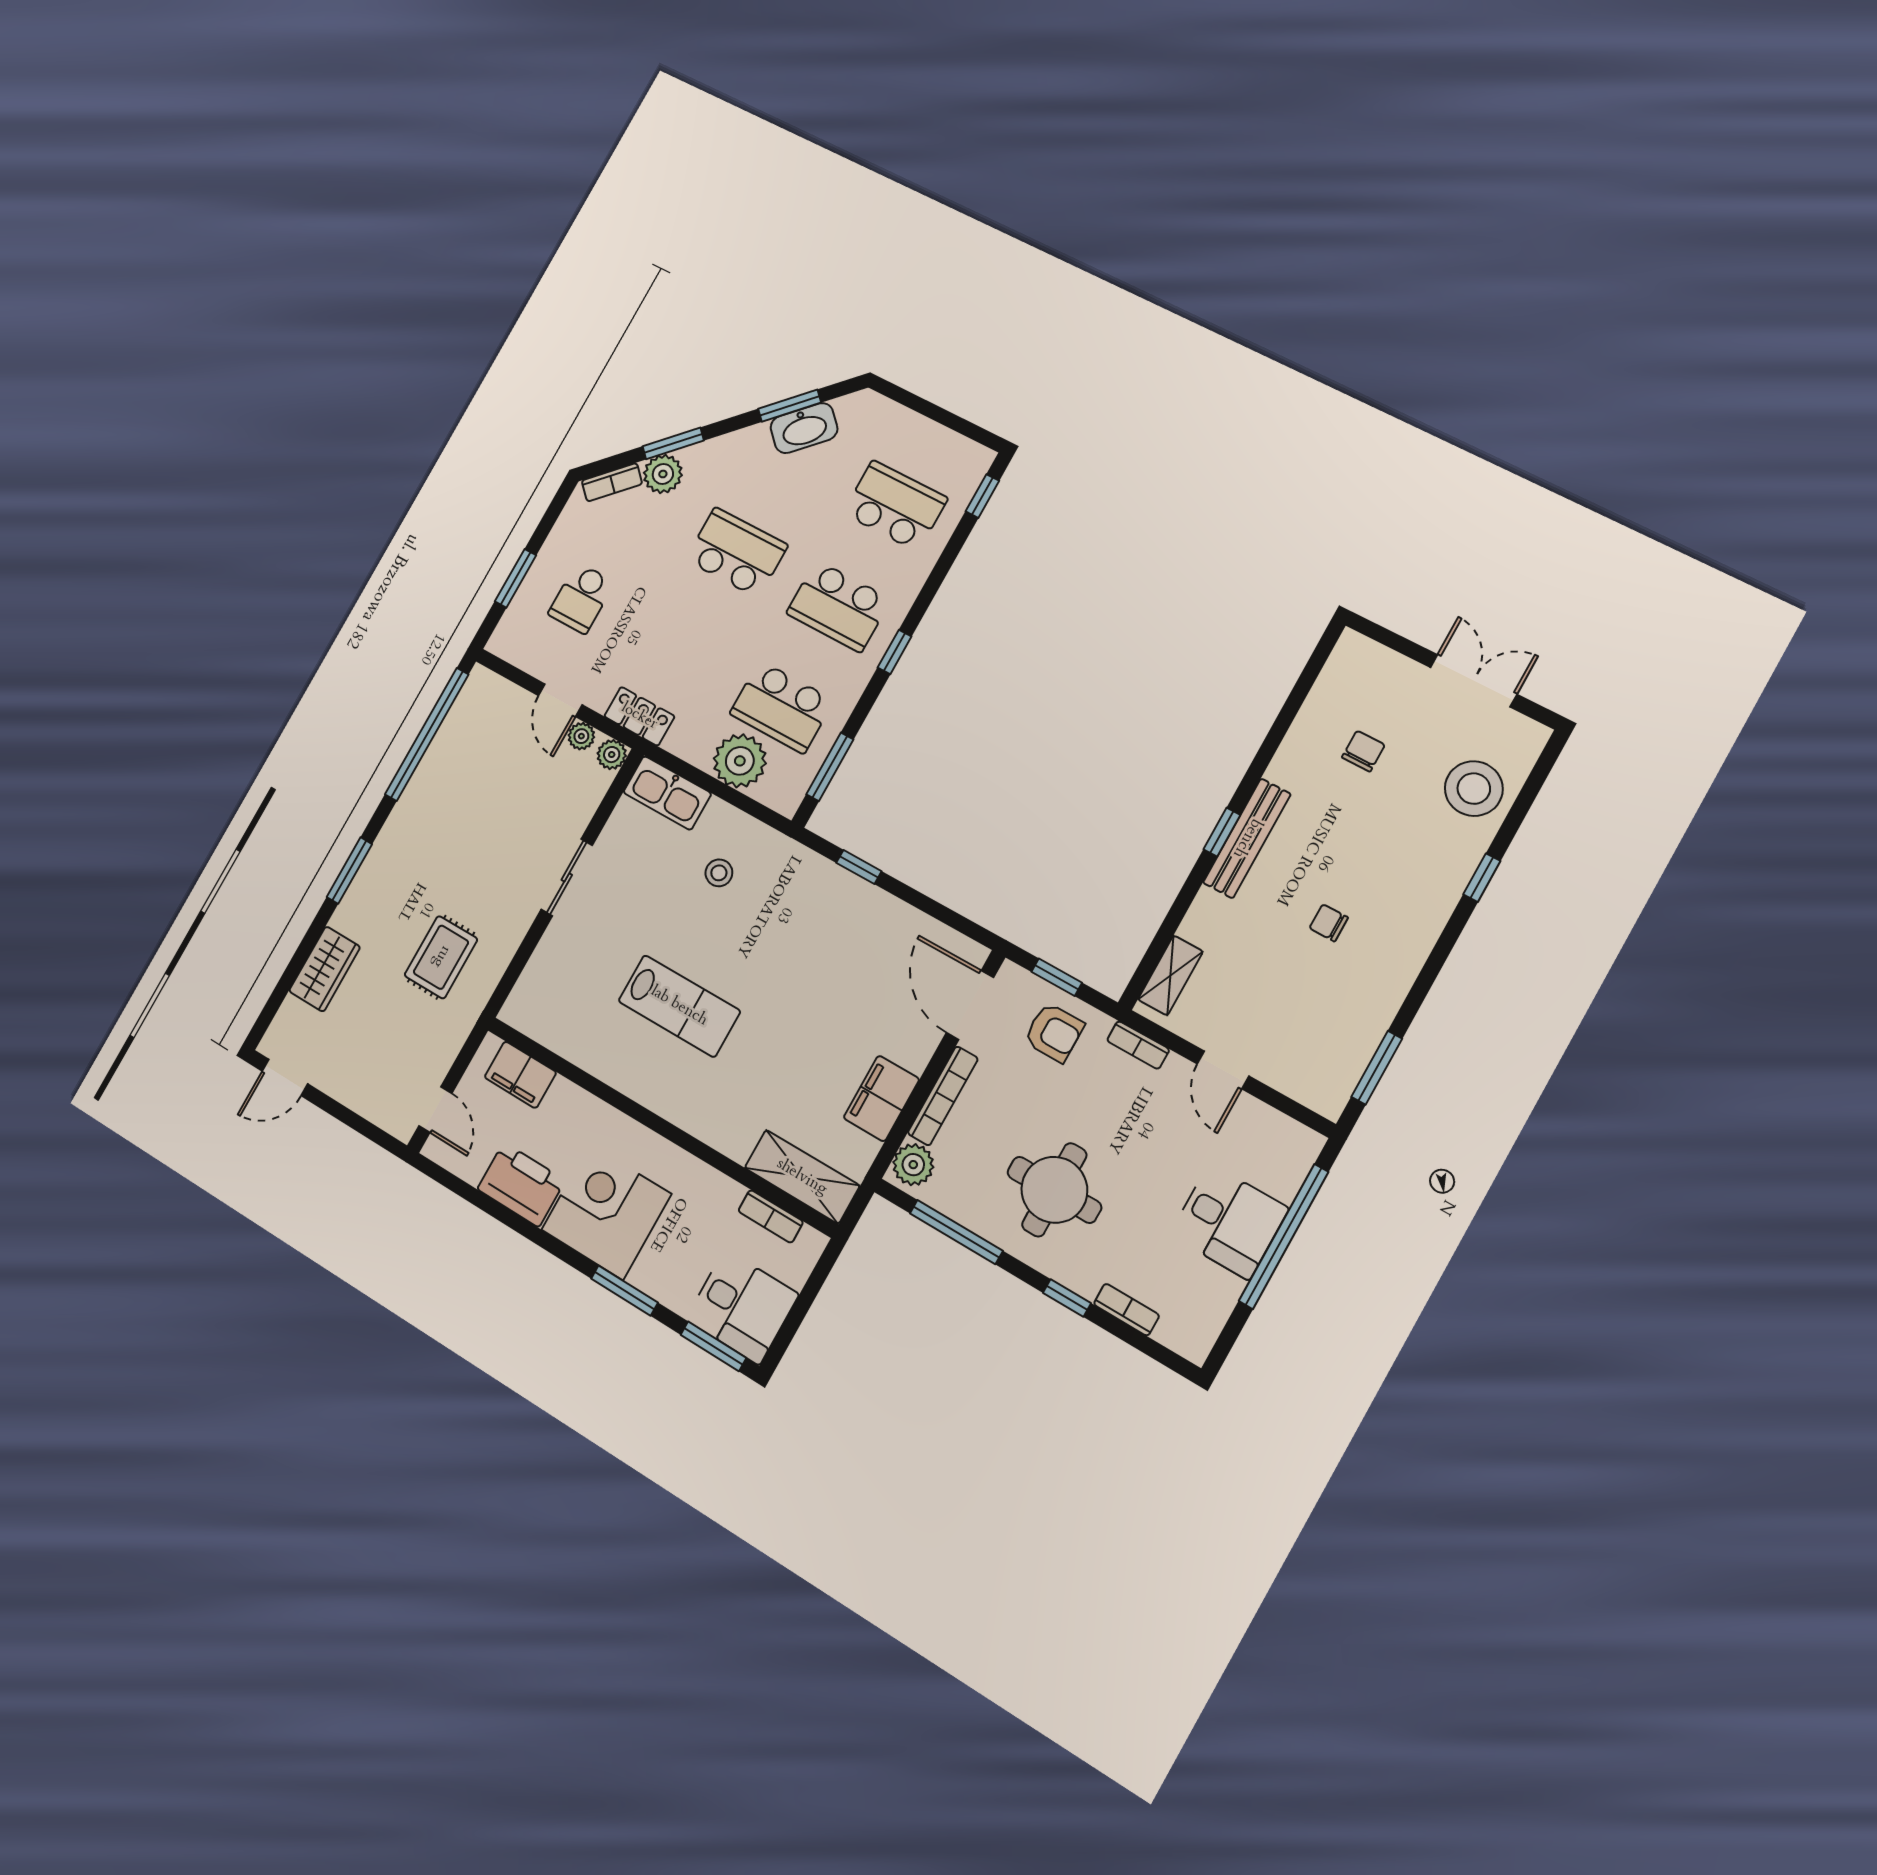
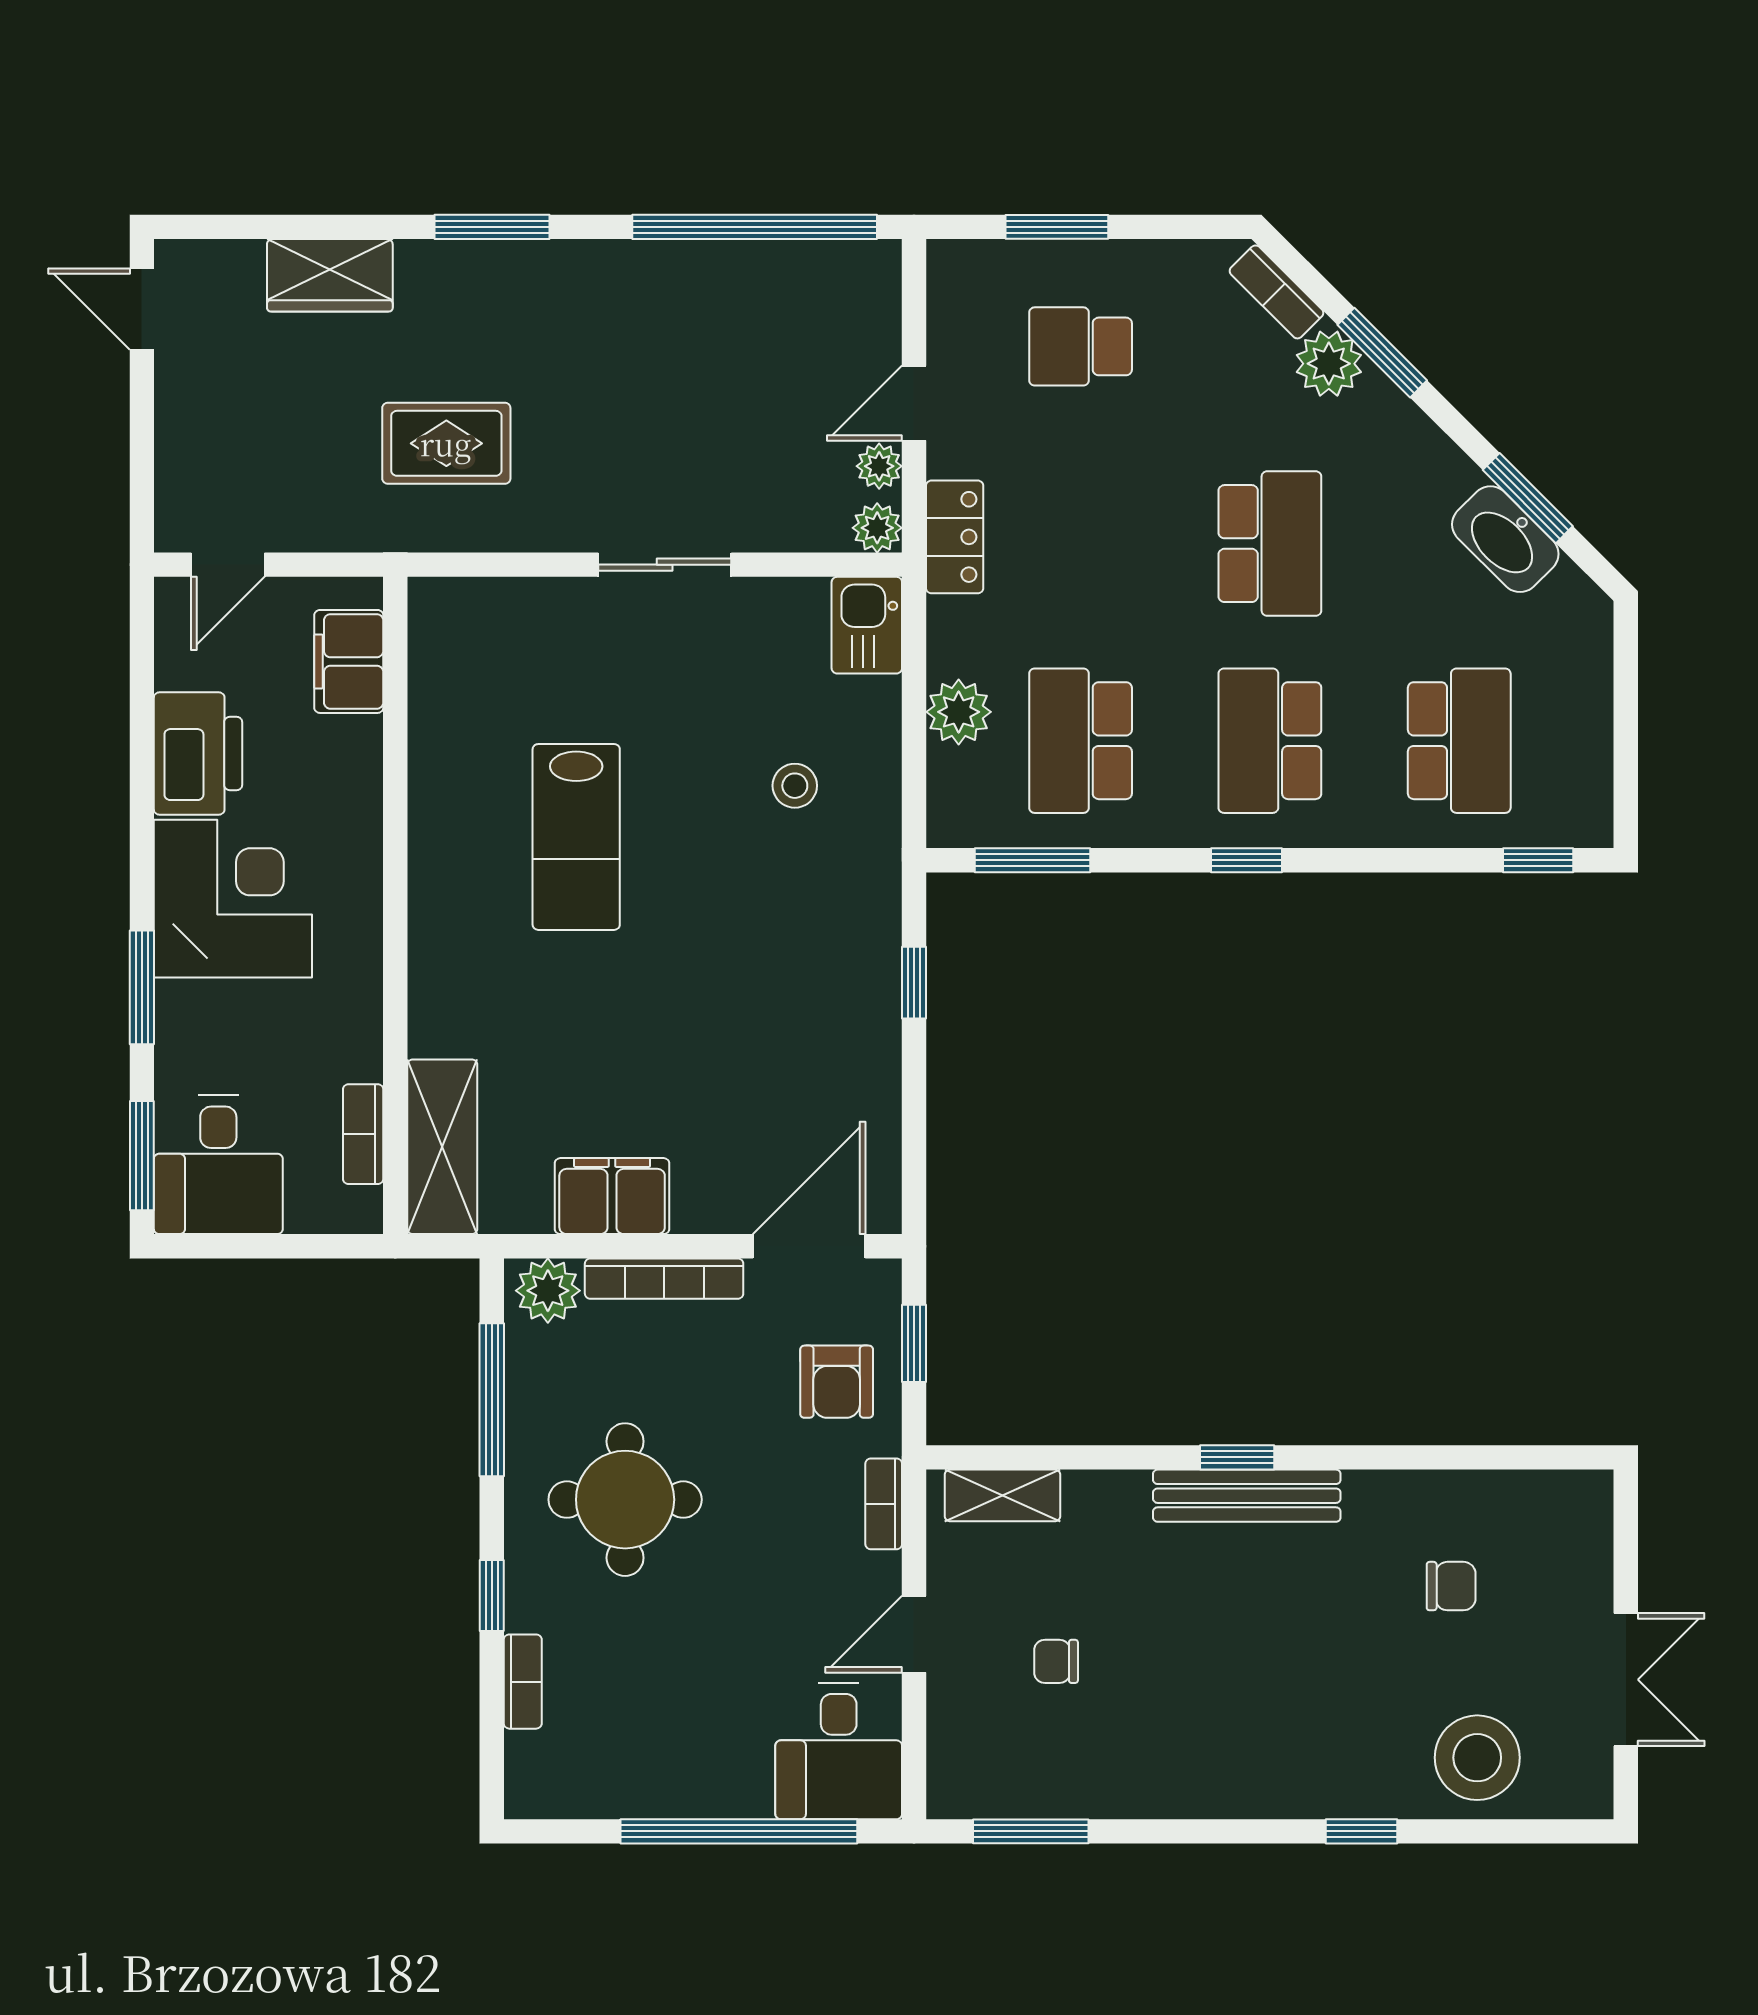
plant: (740, 761) -> (959, 712), width x0.73, depth x0.73
kitchen sink: (667, 793) -> (867, 625), width x0.73
chair: (1329, 923) -> (1056, 1661), moved, turned -90
desk: (1229, 1222) -> (839, 1751), moved

